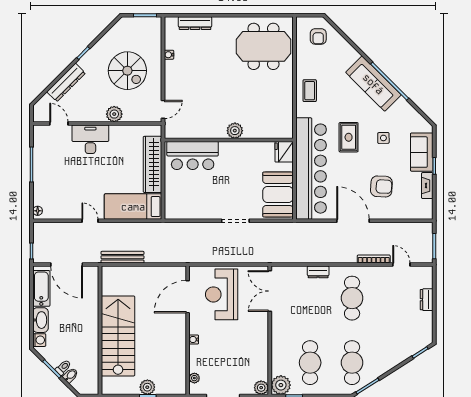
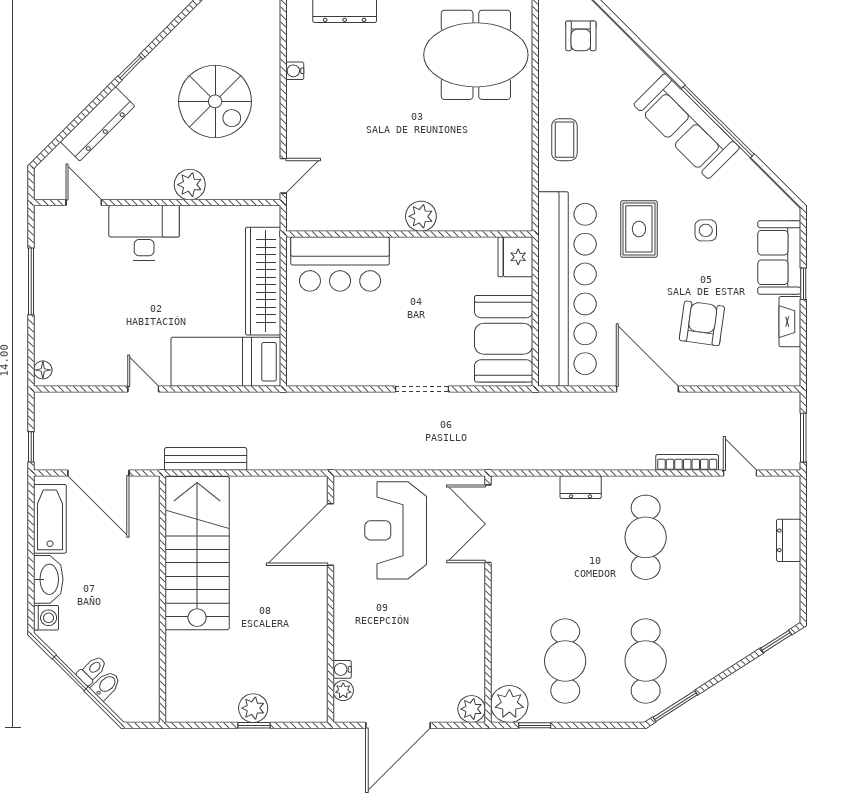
armchair: (381, 186) -> (702, 323), turned -85
stairs: (118, 336) -> (197, 553), moved
water cooler: (194, 339) -> (342, 669), moved

